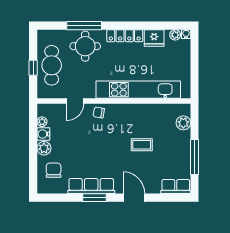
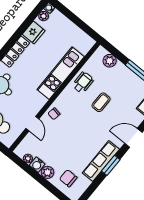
kitchen unit: (138, 90) -> (61, 73), width x0.73
wheelchair: (146, 115) -> (83, 82), added

